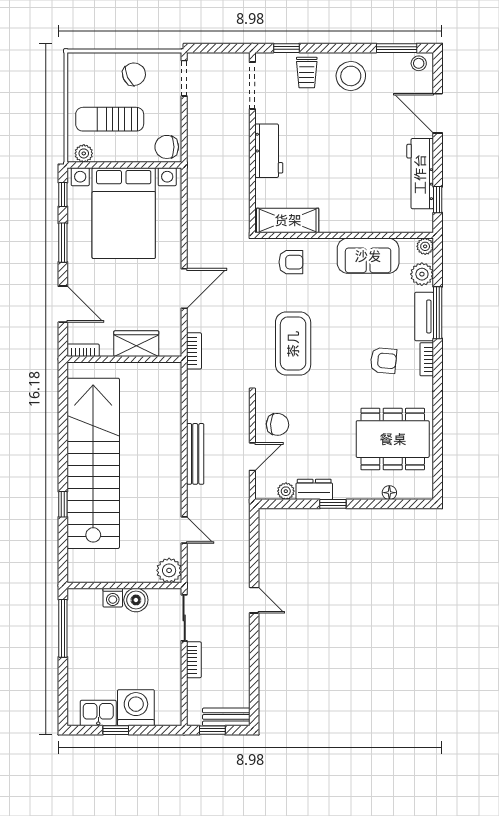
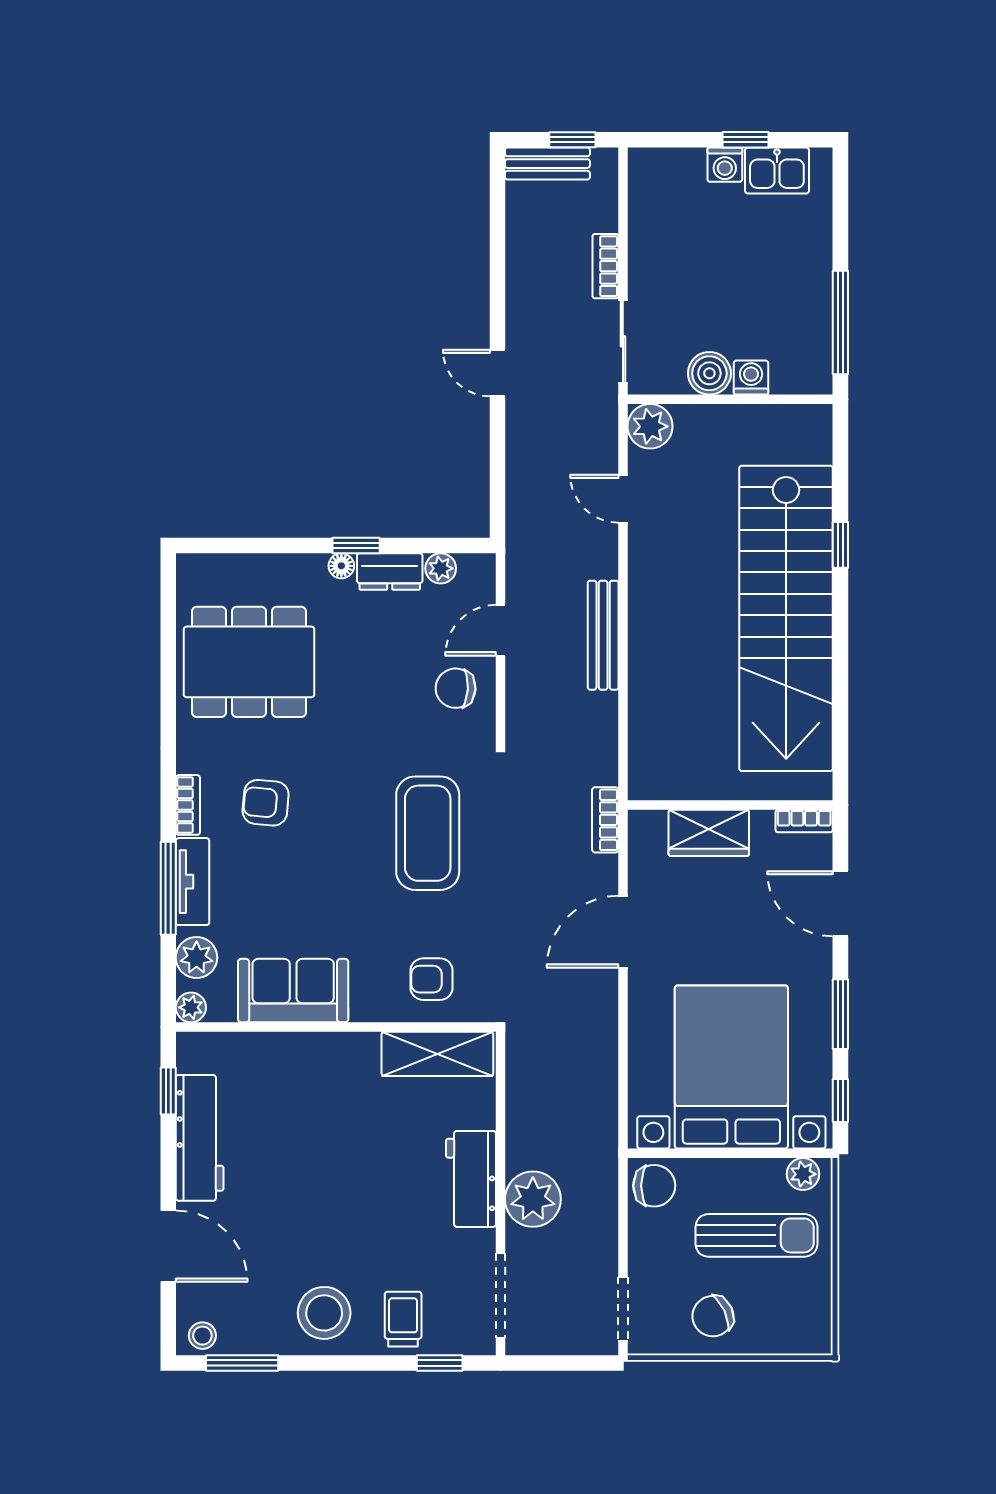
plant: (234, 139) -> (533, 1199), added
floor lamp: (389, 493) -> (341, 566), moved
washing machine: (136, 708) -> (725, 165), width x0.53, depth x0.53

